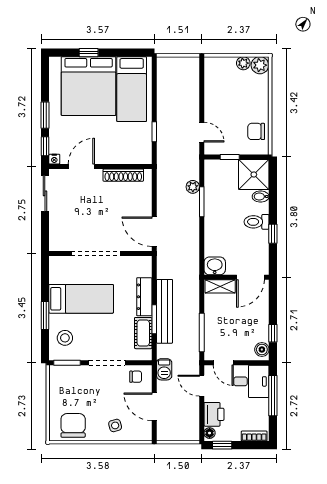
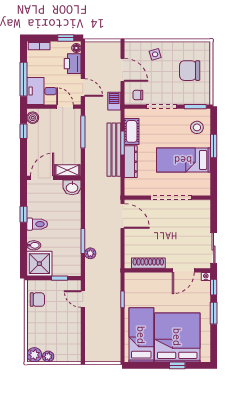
chair: (73, 425) -> (190, 71), moved, turned 90

